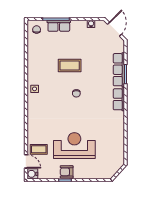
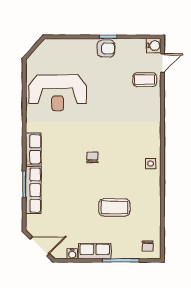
row of seats: (59, 26) -> (95, 251), moved
door: (114, 29) -> (40, 246), swing flipped
coffee table: (70, 66) -> (114, 207), moved
reception desk: (74, 146) -> (58, 93), moved
door: (26, 161) -> (162, 63), swing flipped

